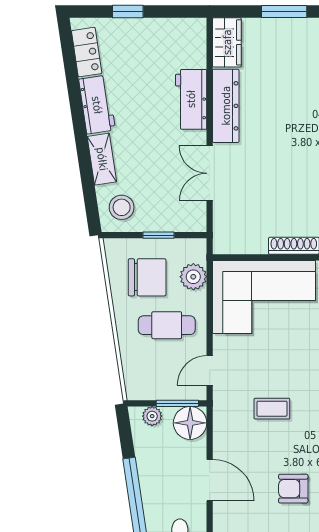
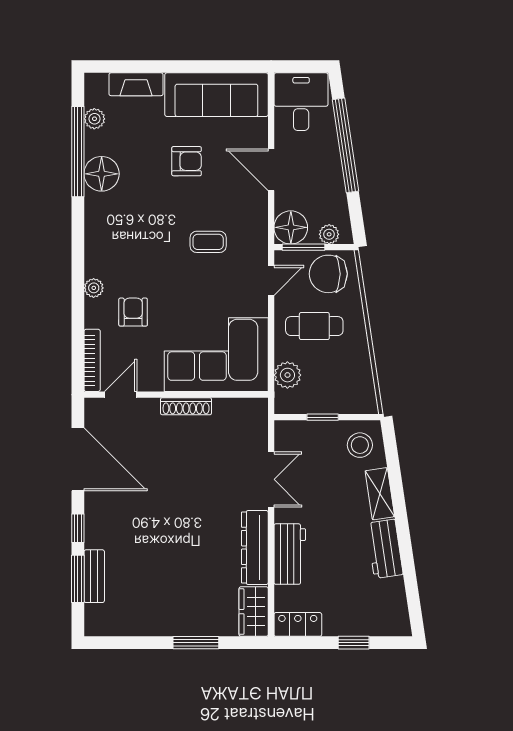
locker: (87, 52) -> (298, 624), moved, turned 98
chair: (147, 277) -> (328, 274), moved

